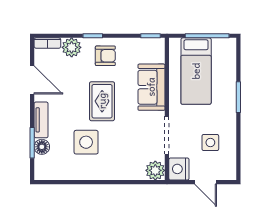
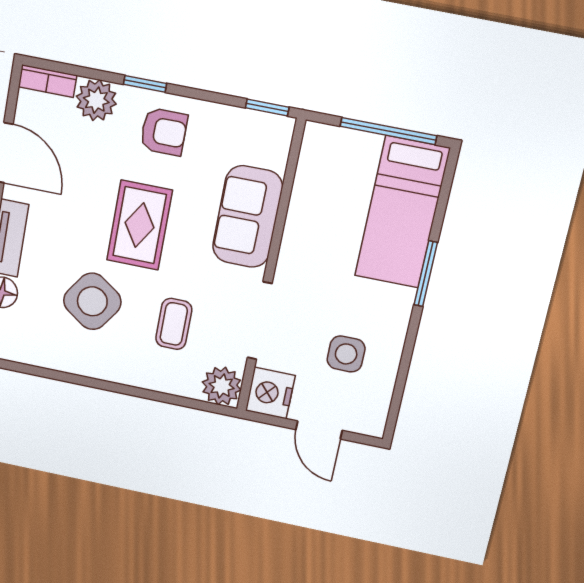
bed: (196, 71) -> (402, 212), moved
side table: (86, 142) -> (92, 301), turned 35
coffee table: (127, 145) -> (174, 324), added

